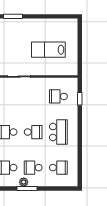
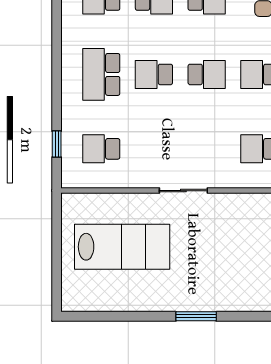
lab bench: (48, 50) -> (122, 247), width x1.36, depth x1.39
school desk: (58, 96) -> (101, 149), turned 180

